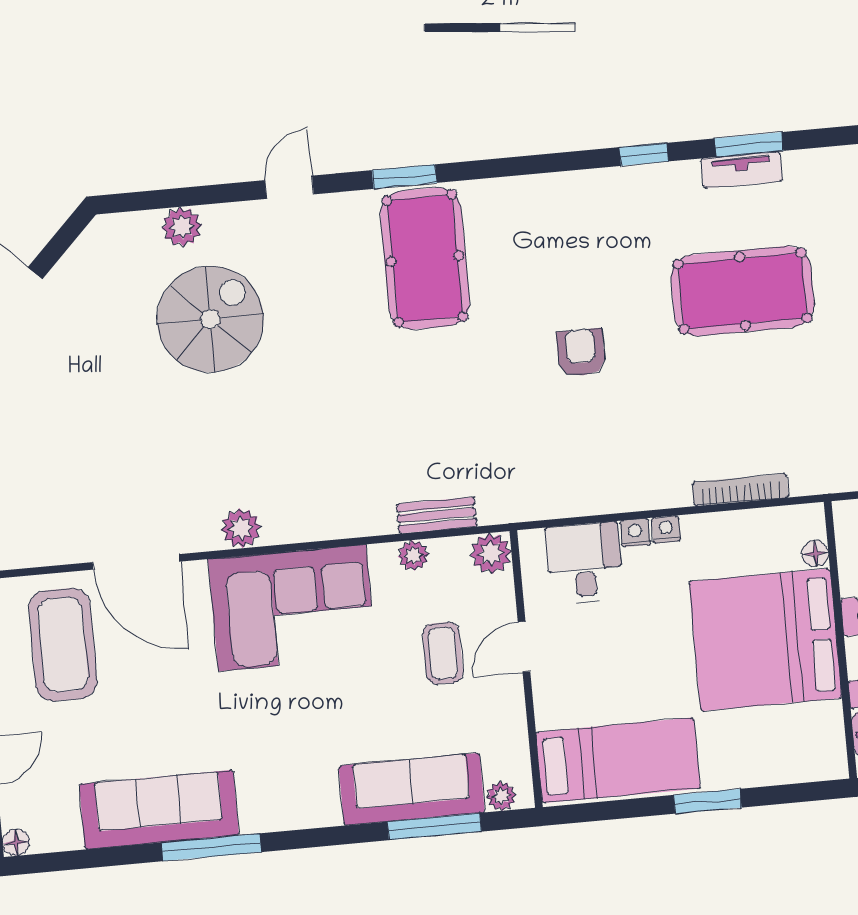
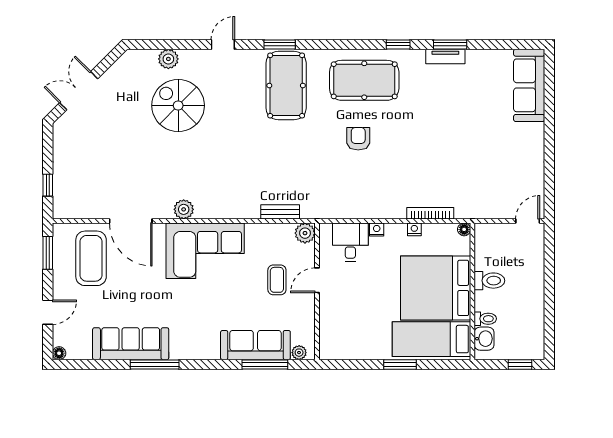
pool table: (742, 291) -> (364, 80), moved
spiral stairs: (210, 319) -> (178, 105), turned -90
nightstand: (666, 530) -> (414, 229), moved
floor lamp: (815, 553) -> (464, 229), moved
plant: (413, 555) -> (267, 231), removed
bed: (618, 760) -> (431, 339), moved, turned 180

